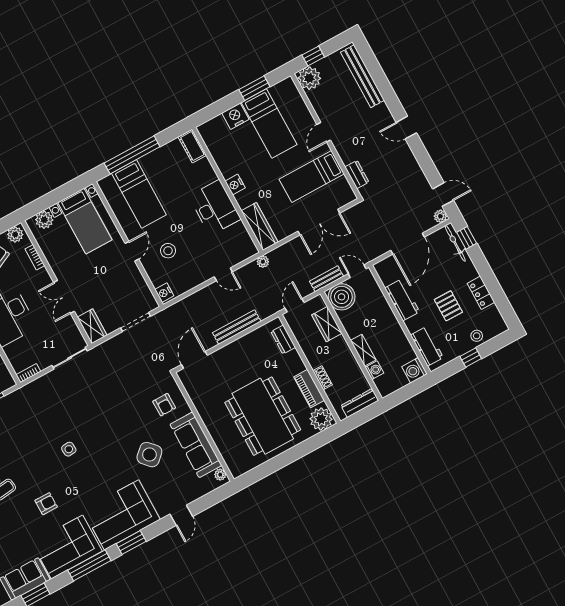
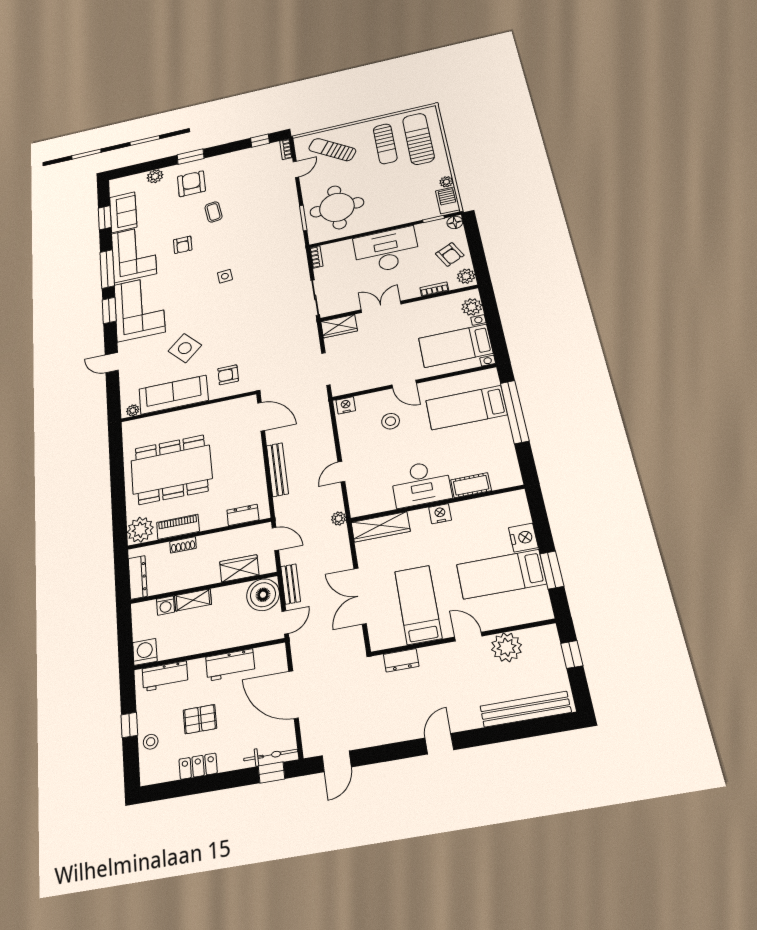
plant: (309, 78) -> (506, 647), moved
cot: (192, 146) -> (471, 485), moved
plant: (440, 216) -> (311, 748), removed

